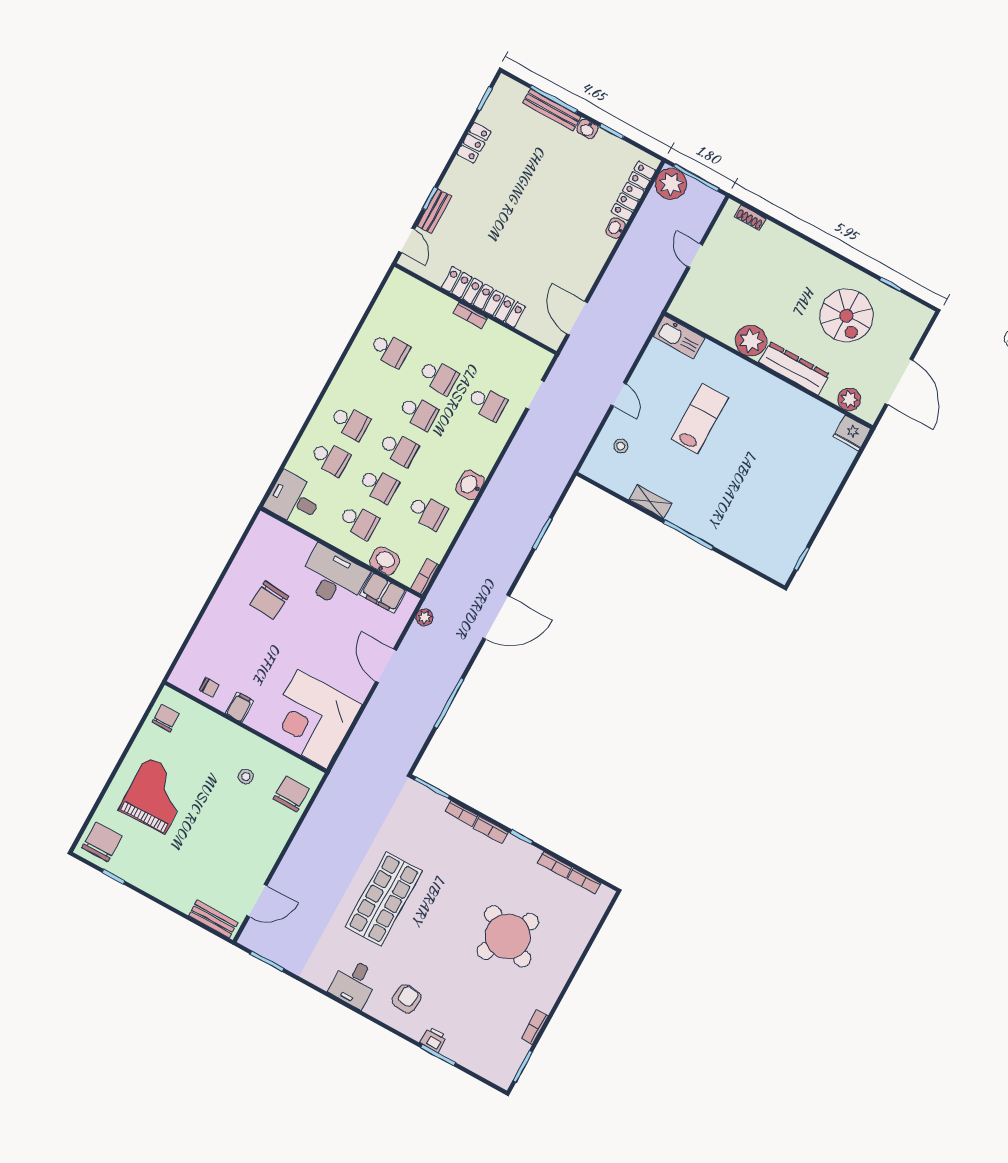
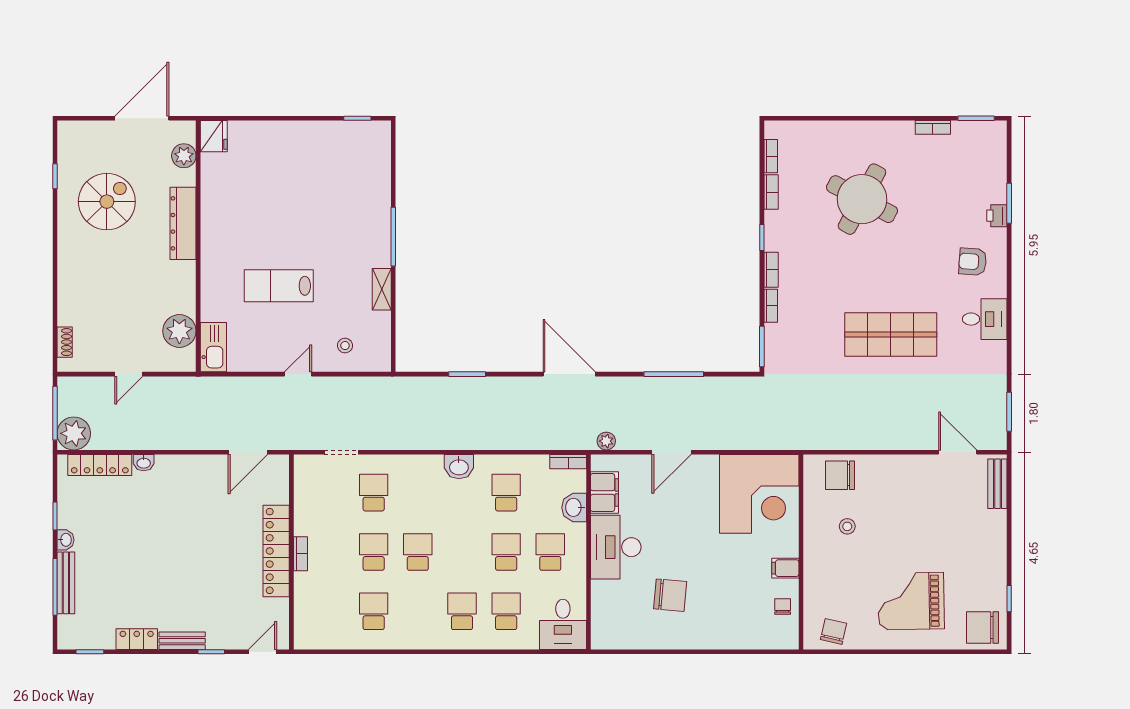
bench: (434, 211) -> (182, 641), moved
plant: (751, 341) -> (179, 331), moved
school desk: (399, 449) -> (462, 552), removed
chair: (166, 718) -> (834, 631), turned 103

